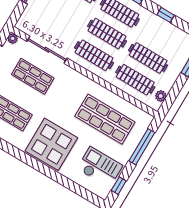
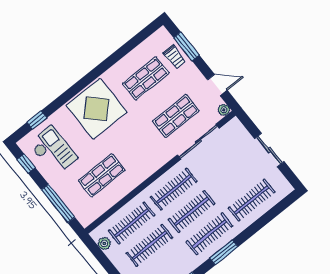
shop shelf: (105, 119) -> (102, 175), width x0.70, depth x0.74
checkout: (100, 167) -> (53, 151), turned -90
window: (79, 190) -> (37, 120), added

